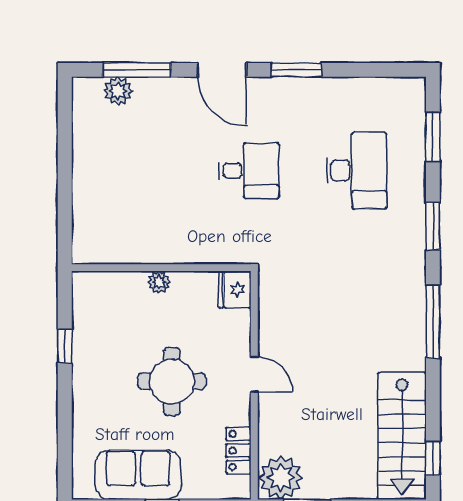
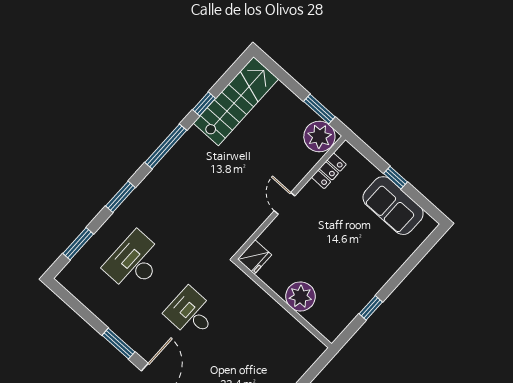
plant: (159, 282) -> (300, 296), width x1.88, depth x1.88
round table: (172, 381) -> (331, 239), removed
window: (433, 458) -> (204, 104), moved

